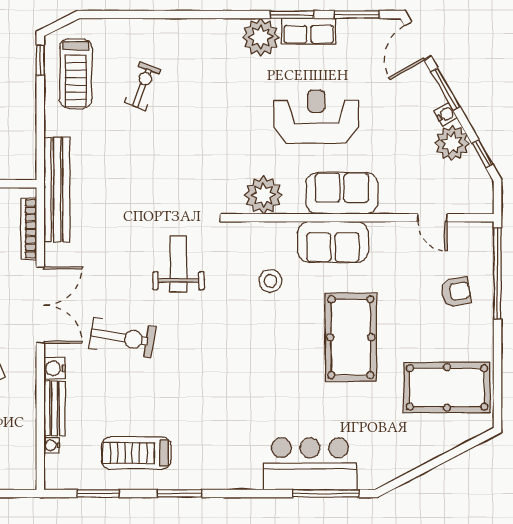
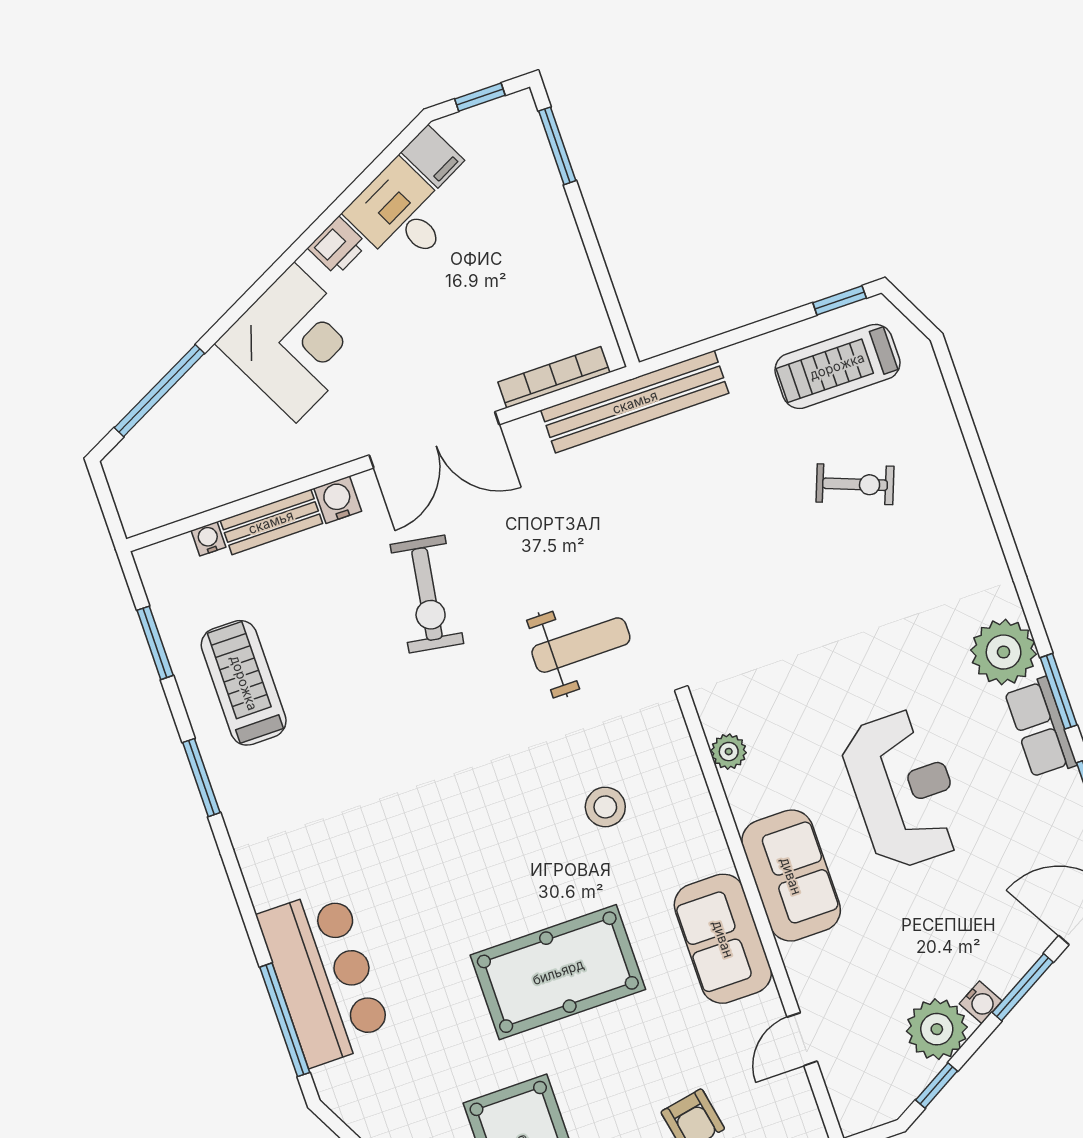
plant: (263, 195) -> (729, 752), width x0.53, depth x0.53
sofa: (333, 242) -> (723, 939), moved

